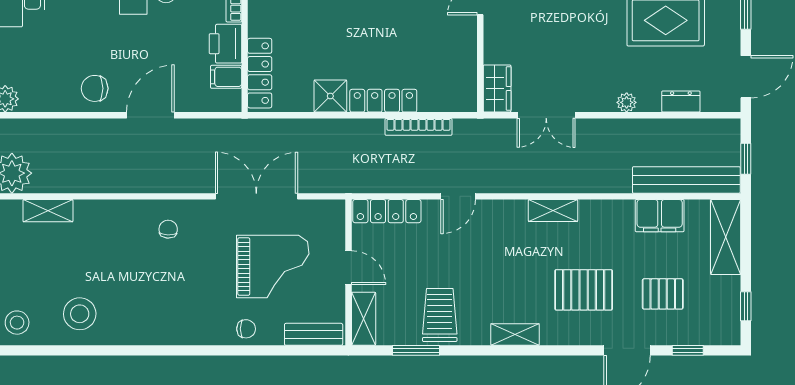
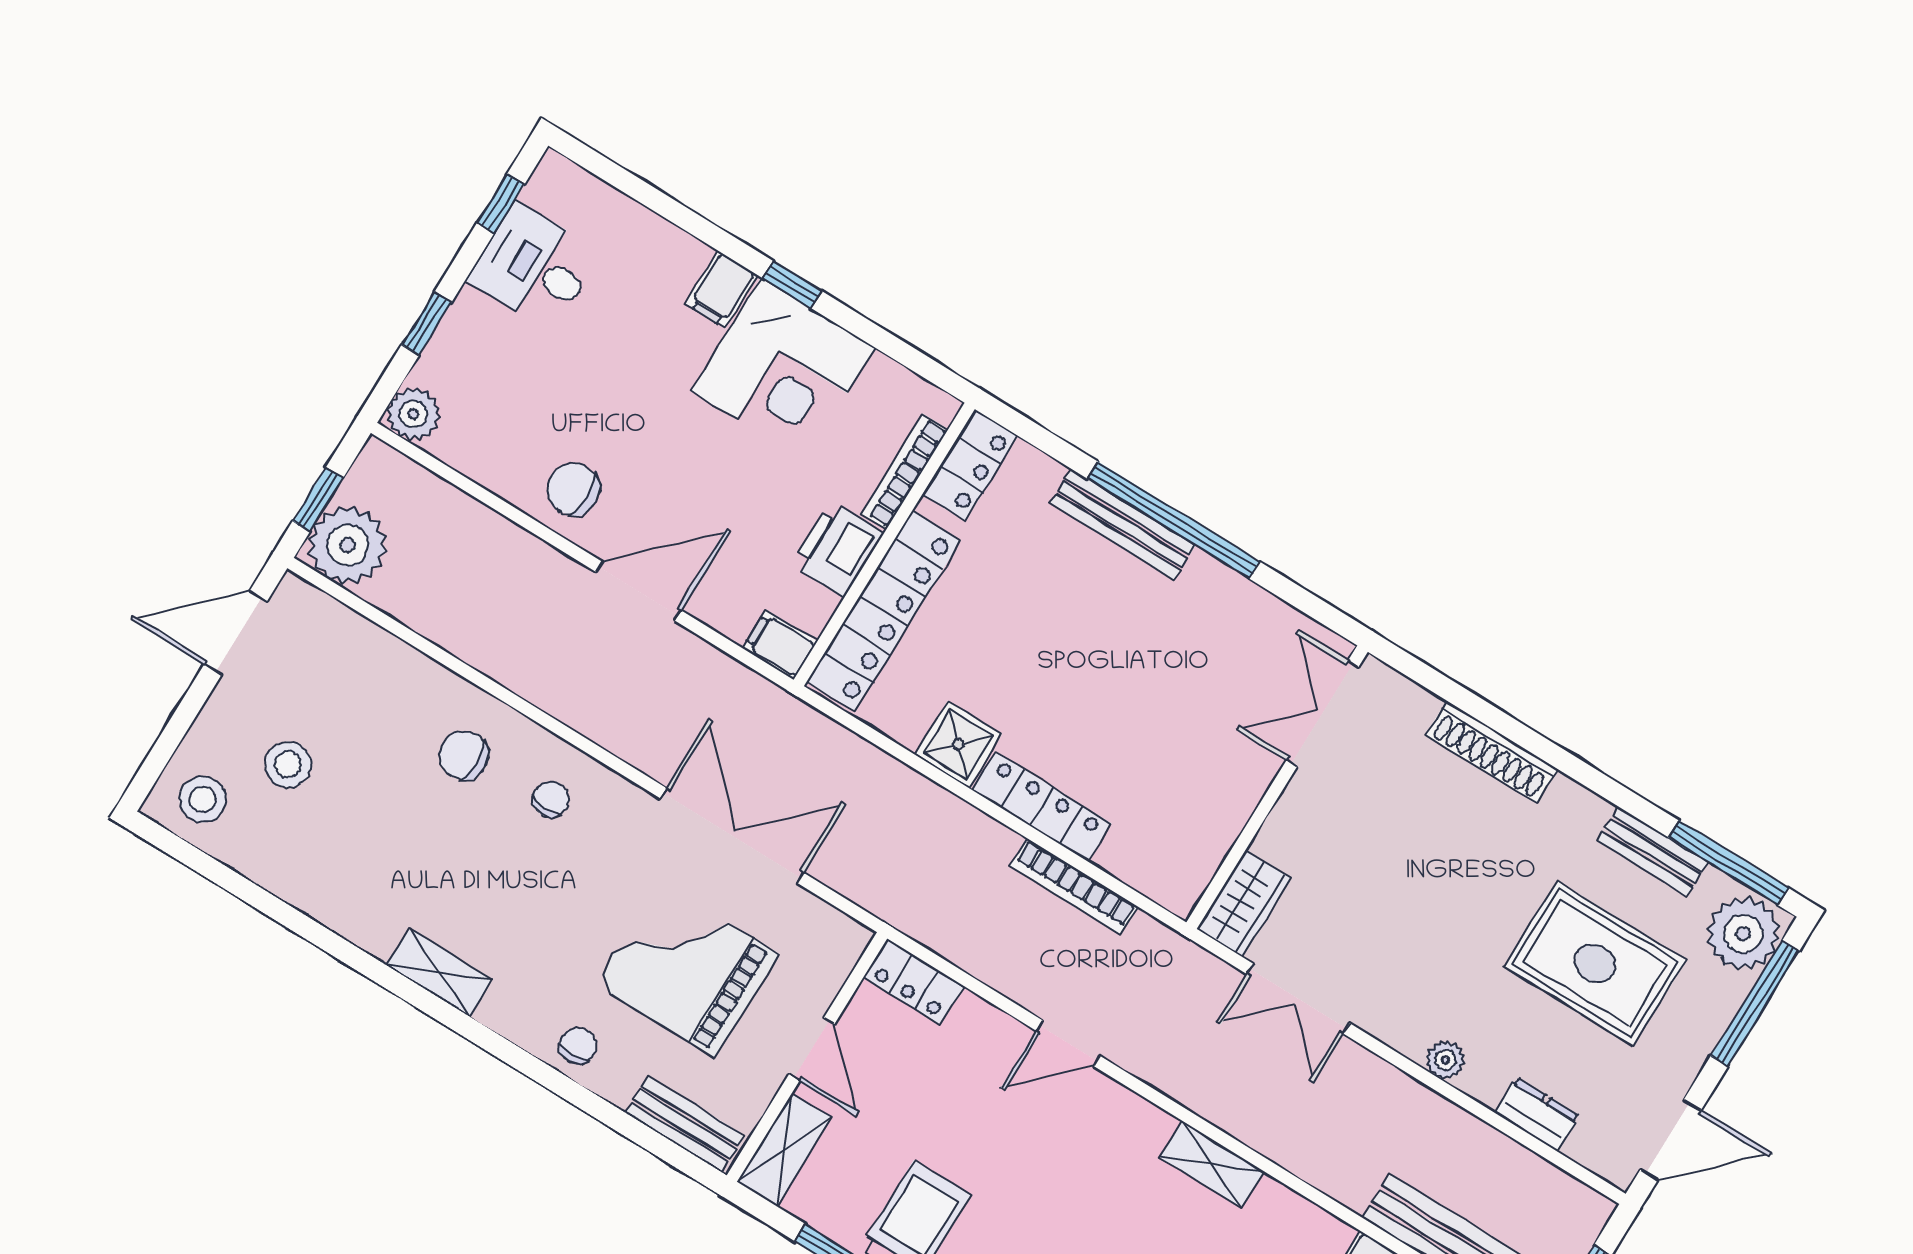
locker: (260, 73) -> (884, 611), width x1.41, depth x1.21
filing cabinet: (226, 77) -> (780, 645), moved
shelving: (48, 211) -> (439, 972), moved
locker: (387, 211) -> (914, 982), width x0.66
chair: (119, 233) -> (464, 755), added
grand piano: (273, 267) -> (687, 969), turned 180
stool: (80, 314) -> (288, 764), moved, width x0.73, depth x0.73
chair: (246, 329) -> (578, 1046), turned -90

